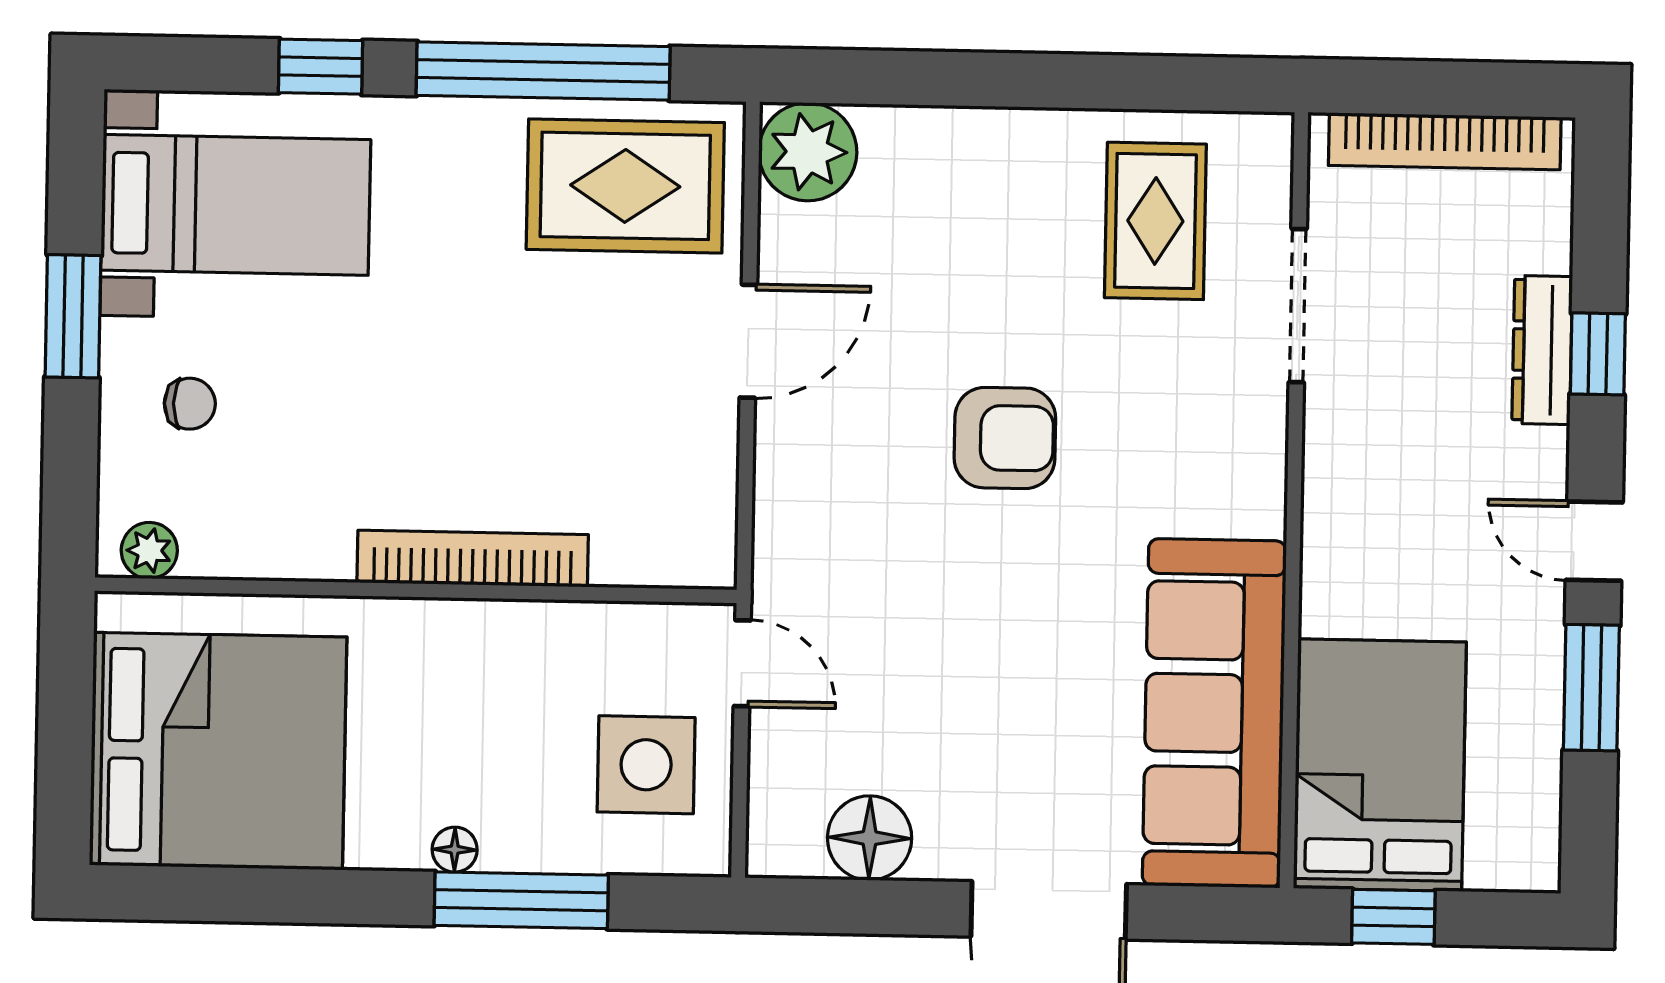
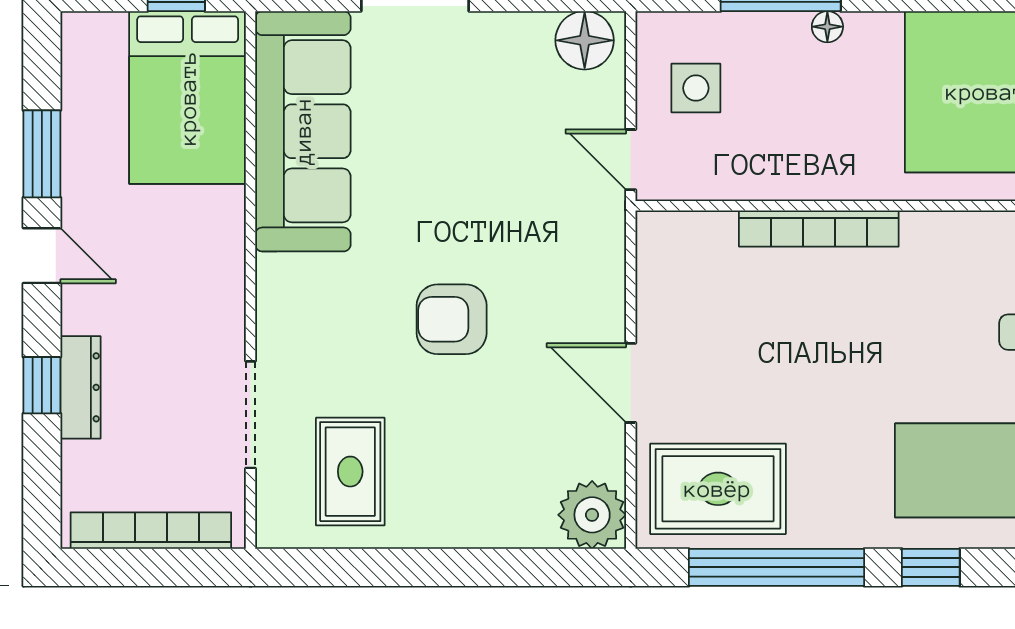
door: (748, 341) -> (631, 383), hinge flipped
side table: (646, 765) -> (696, 88), width x0.73, depth x0.73
floor lamp: (870, 838) -> (585, 40), moved

